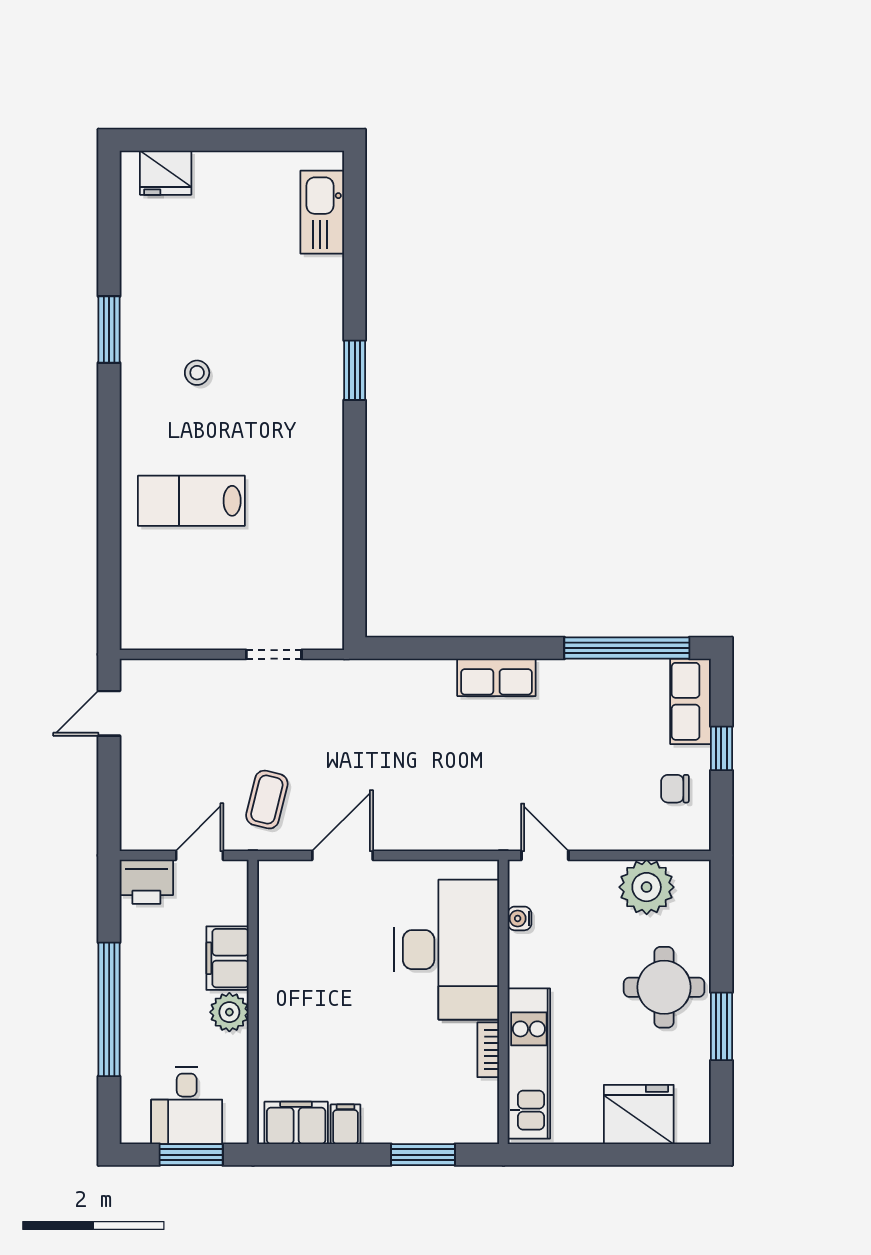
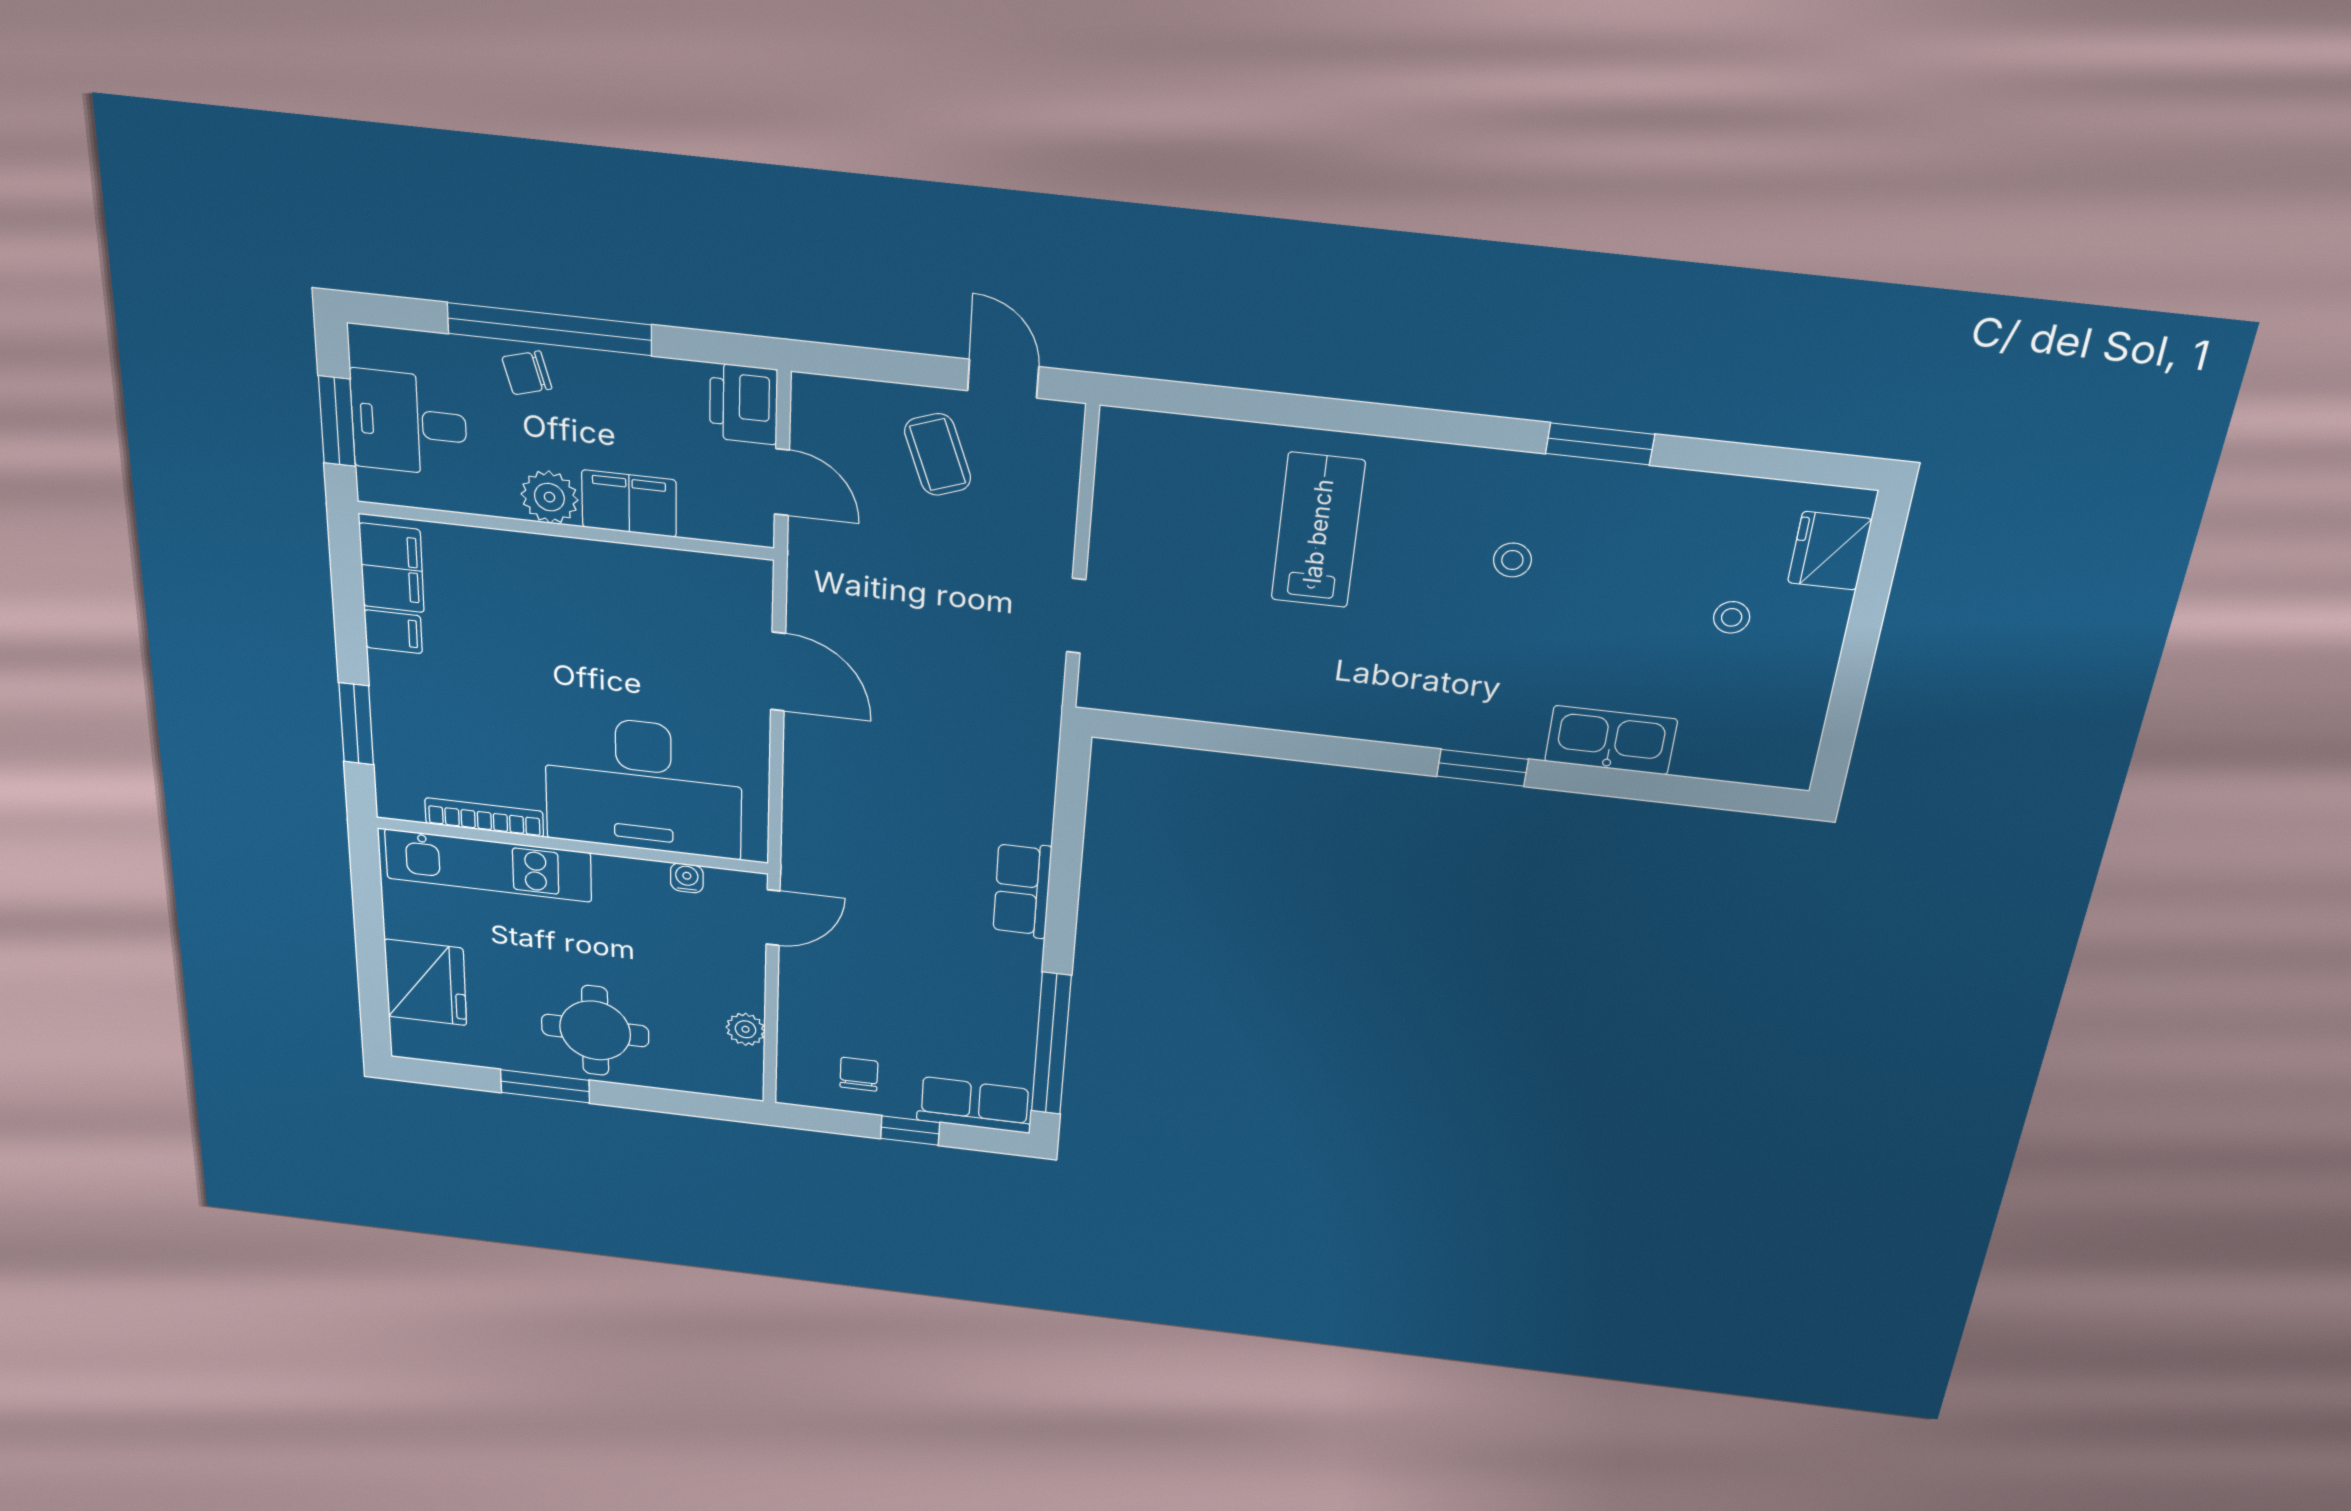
kitchen sink: (322, 212) -> (1611, 740), moved
stool: (221, 226) -> (1732, 617), added
coffee table: (267, 800) -> (938, 455), moved, turned 56
plant: (647, 887) -> (746, 1029), width x0.53, depth x0.53
chair: (141, 1025) -> (527, 373), added
bookcase: (488, 1050) -> (484, 817), width x1.56

